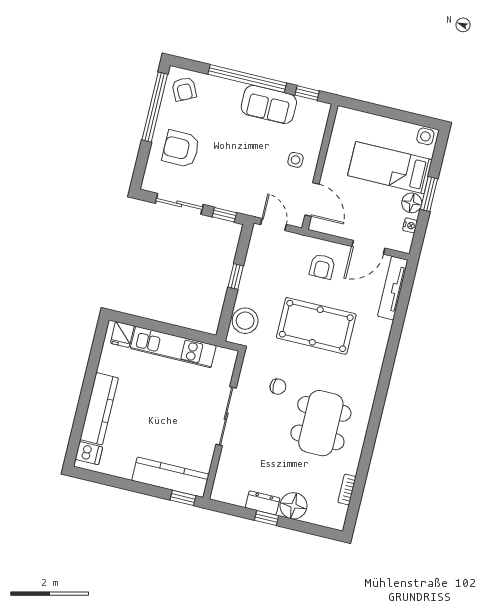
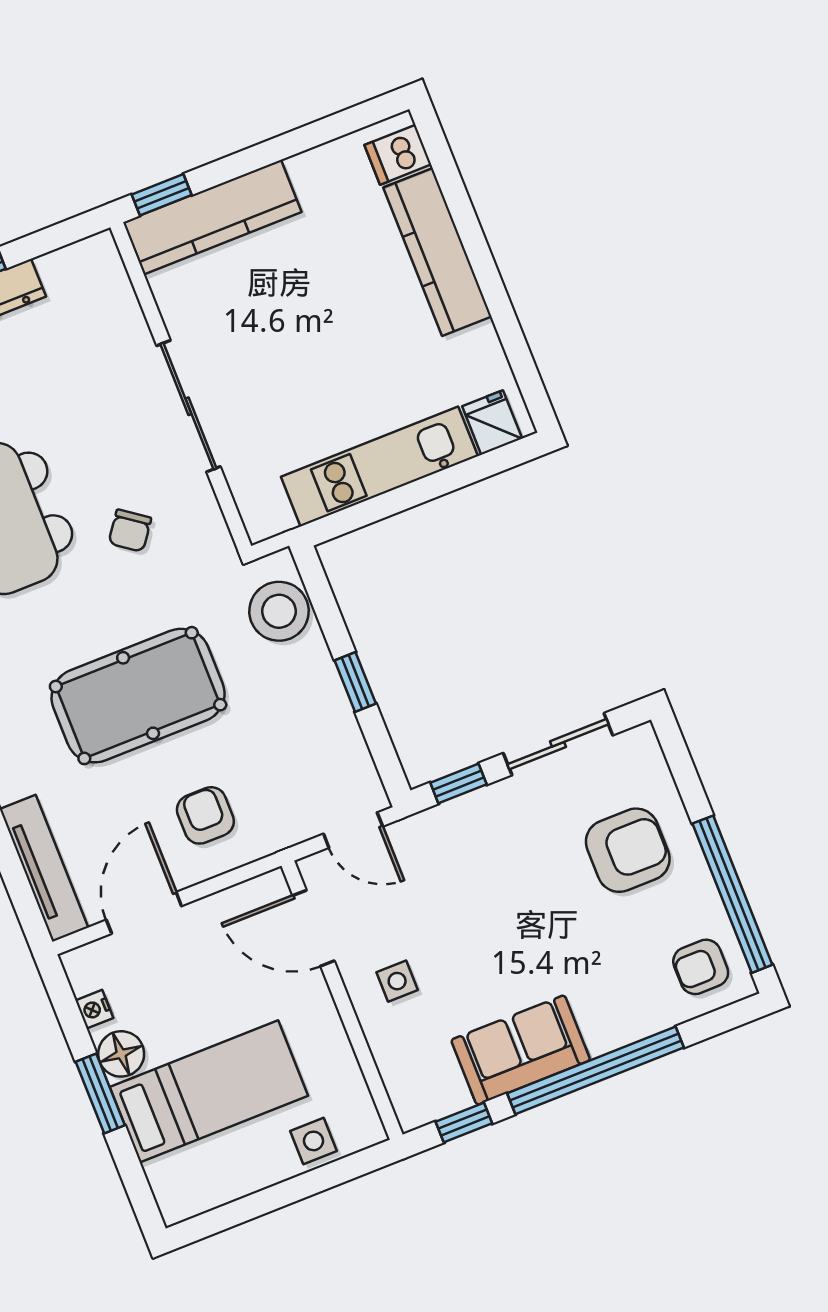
armchair: (184, 89) -> (701, 967), turned -64
side table: (425, 136) -> (314, 1141), moved
chair: (278, 387) -> (130, 531), turned -54

